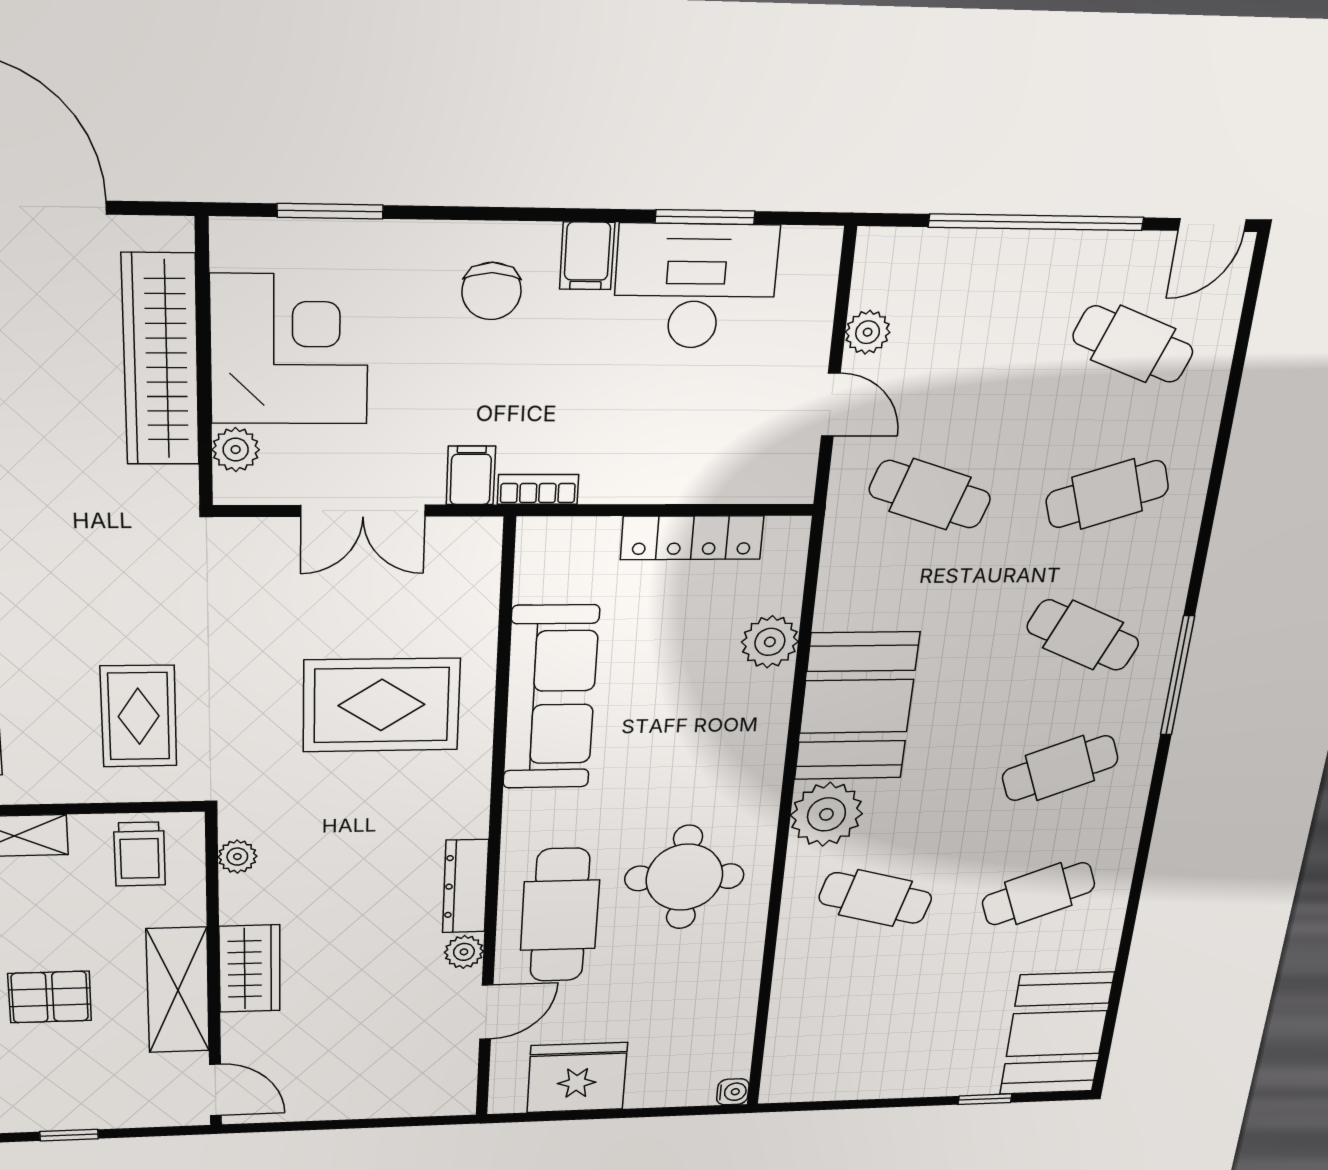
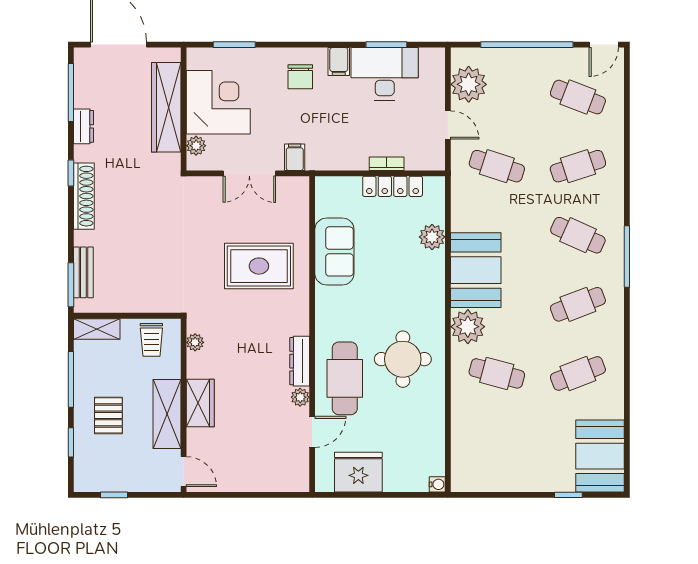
plant: (868, 332) -> (469, 84), width x1.87, depth x1.87
bookcase: (538, 489) -> (387, 164), moved
sofa: (551, 698) -> (334, 251), width x0.73
rug: (139, 716) -> (153, 270), removed
pallet: (50, 997) -> (108, 415), turned 90

